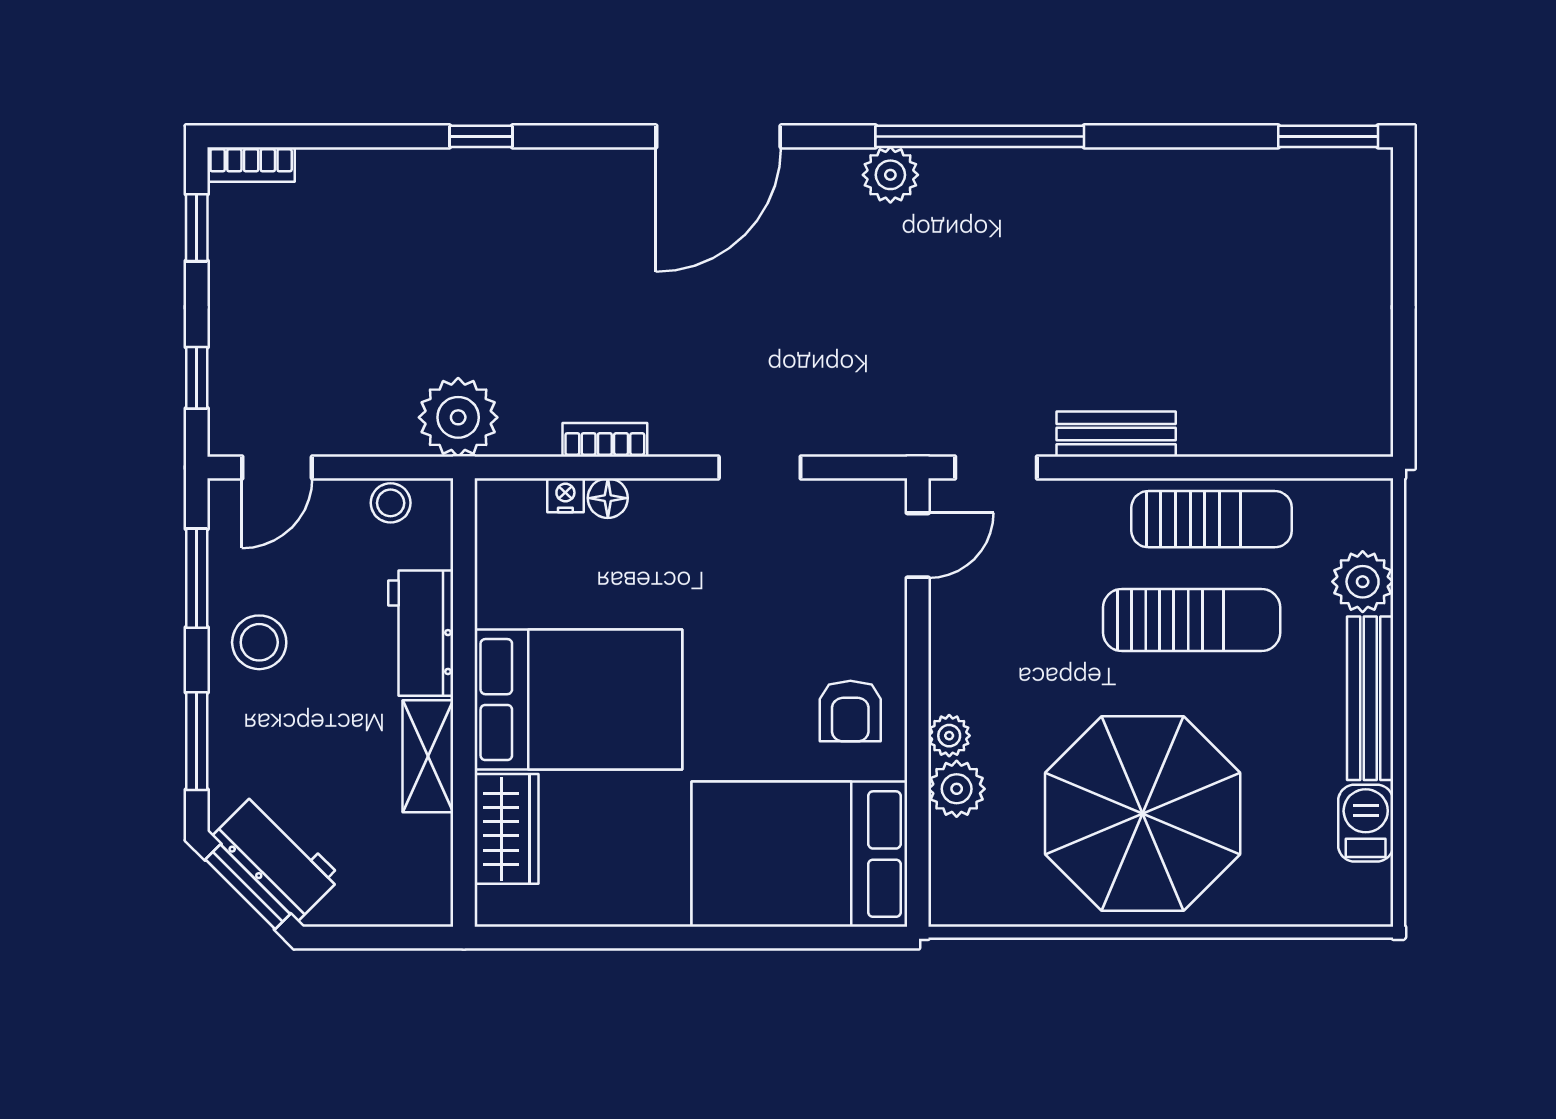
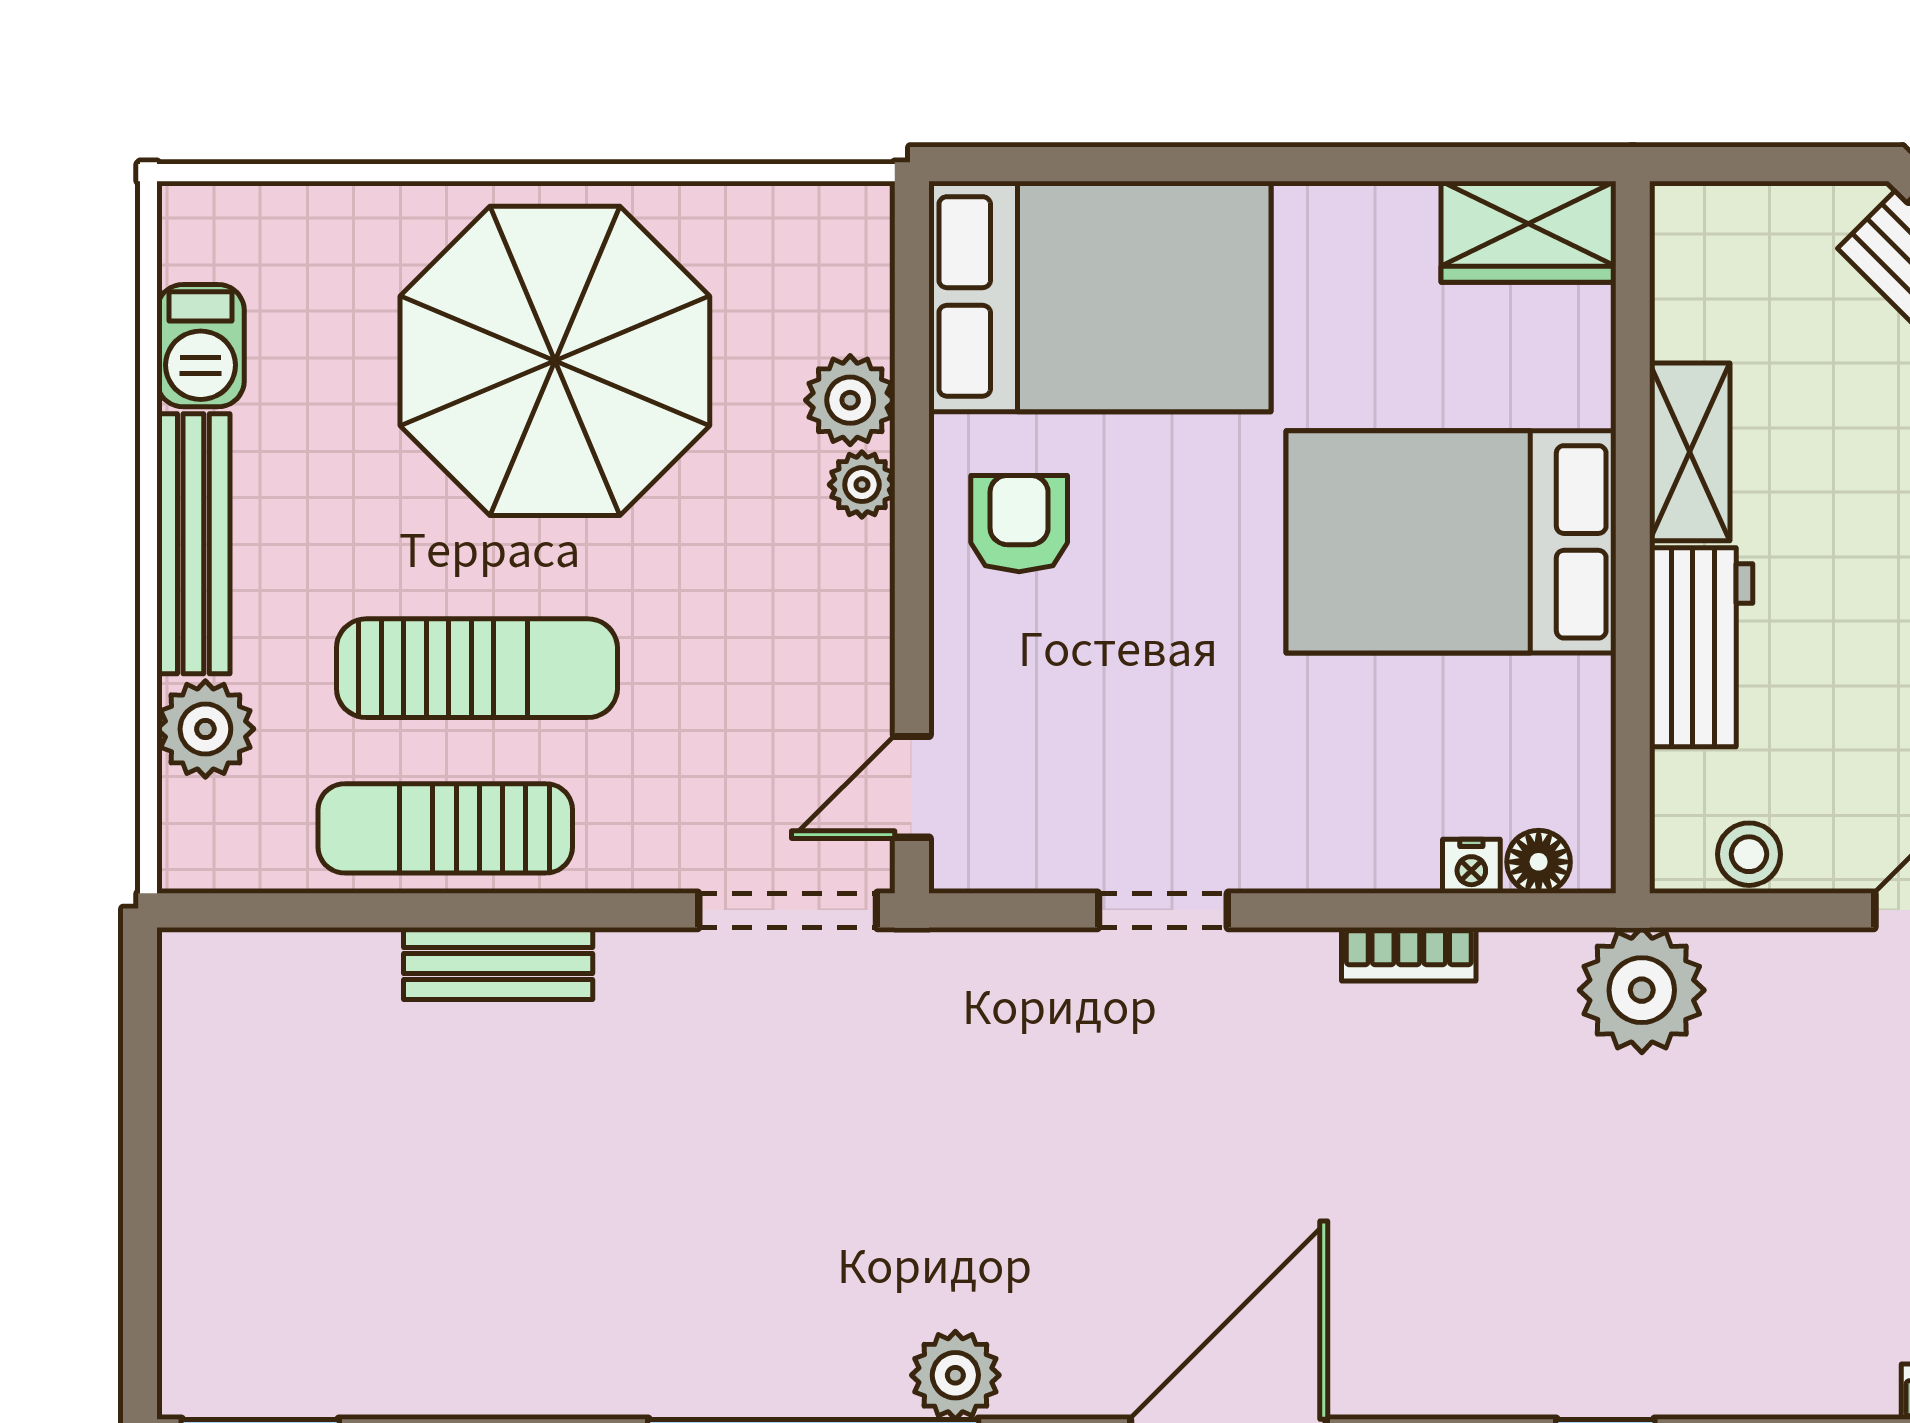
bench: (1116, 434) -> (498, 963), moved
doorway: (996, 467) -> (788, 910), width x1.38
floor lamp: (608, 498) -> (1539, 862), moved
sun lounger: (1192, 620) -> (477, 668), turned 180
wardrobe: (506, 829) -> (1528, 232), moved, turned -90

